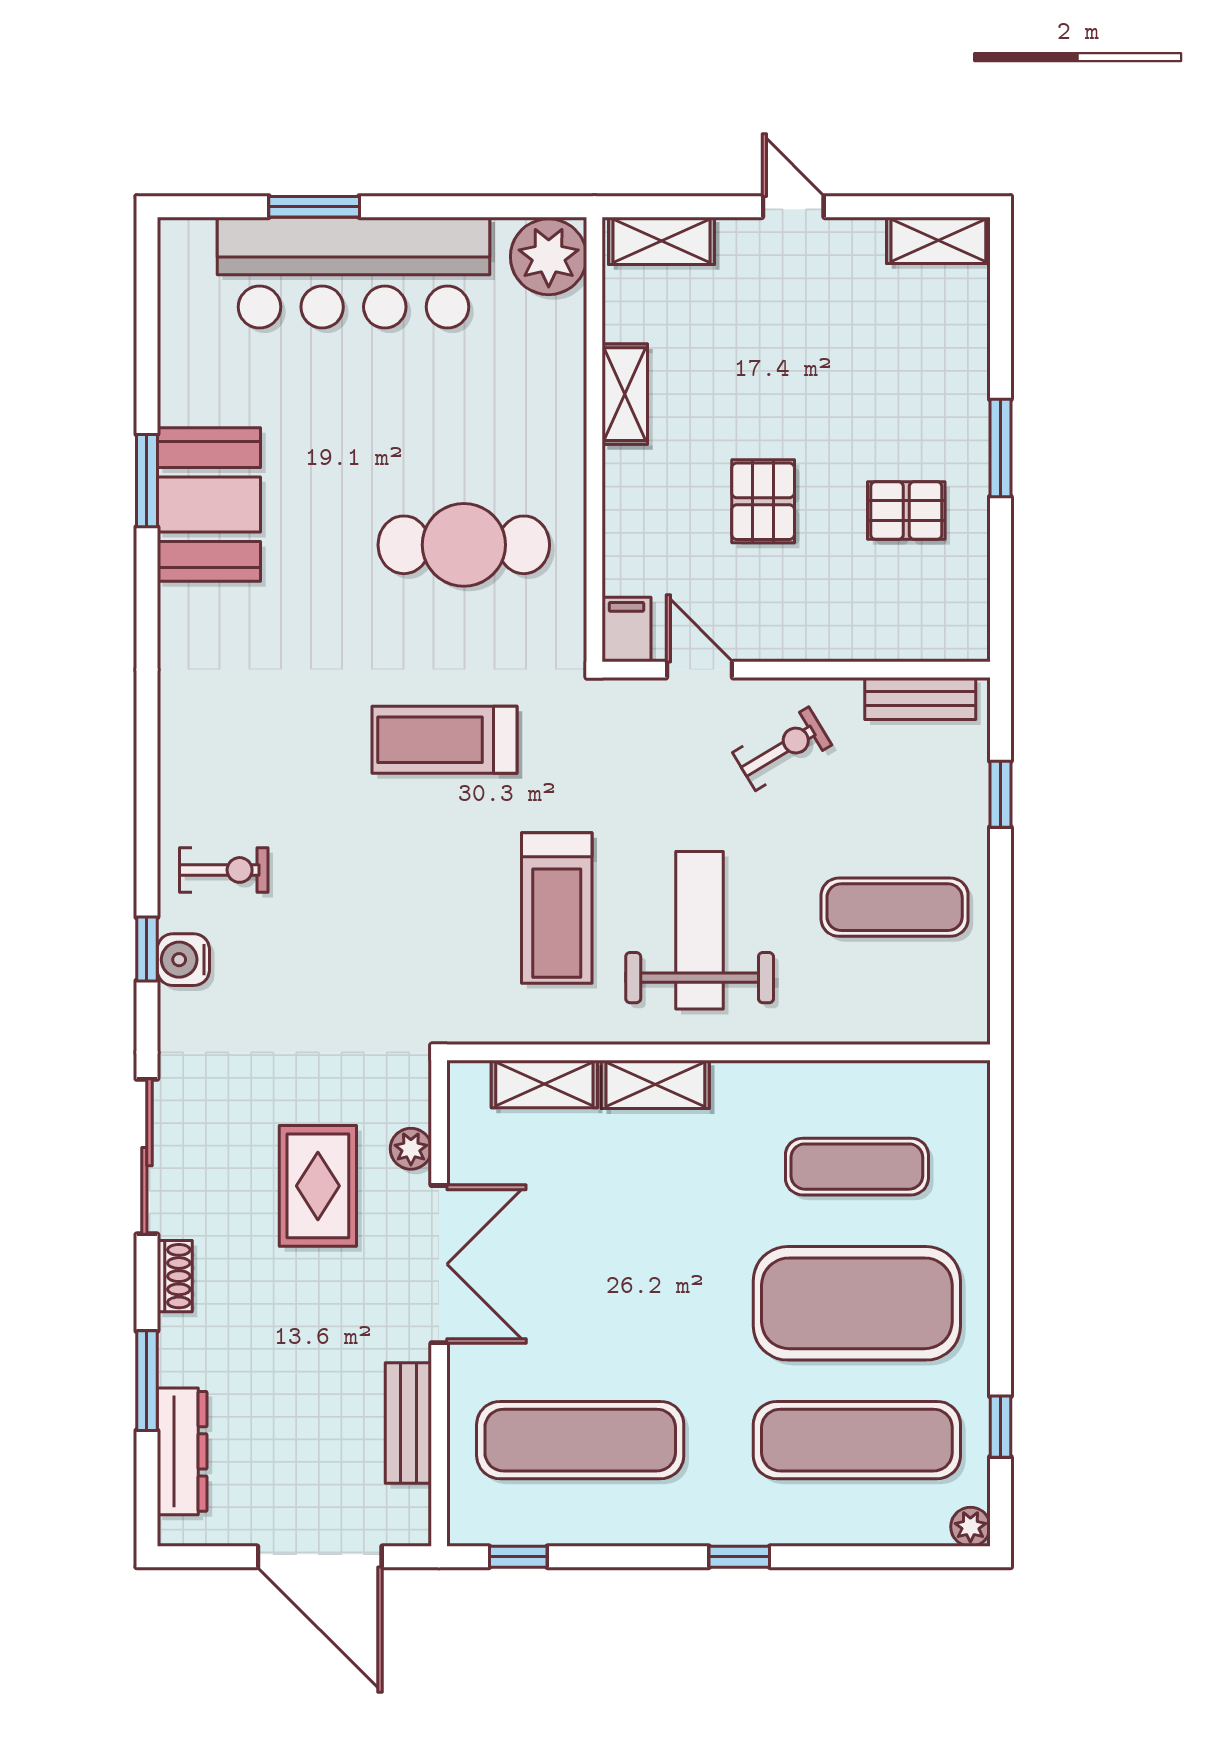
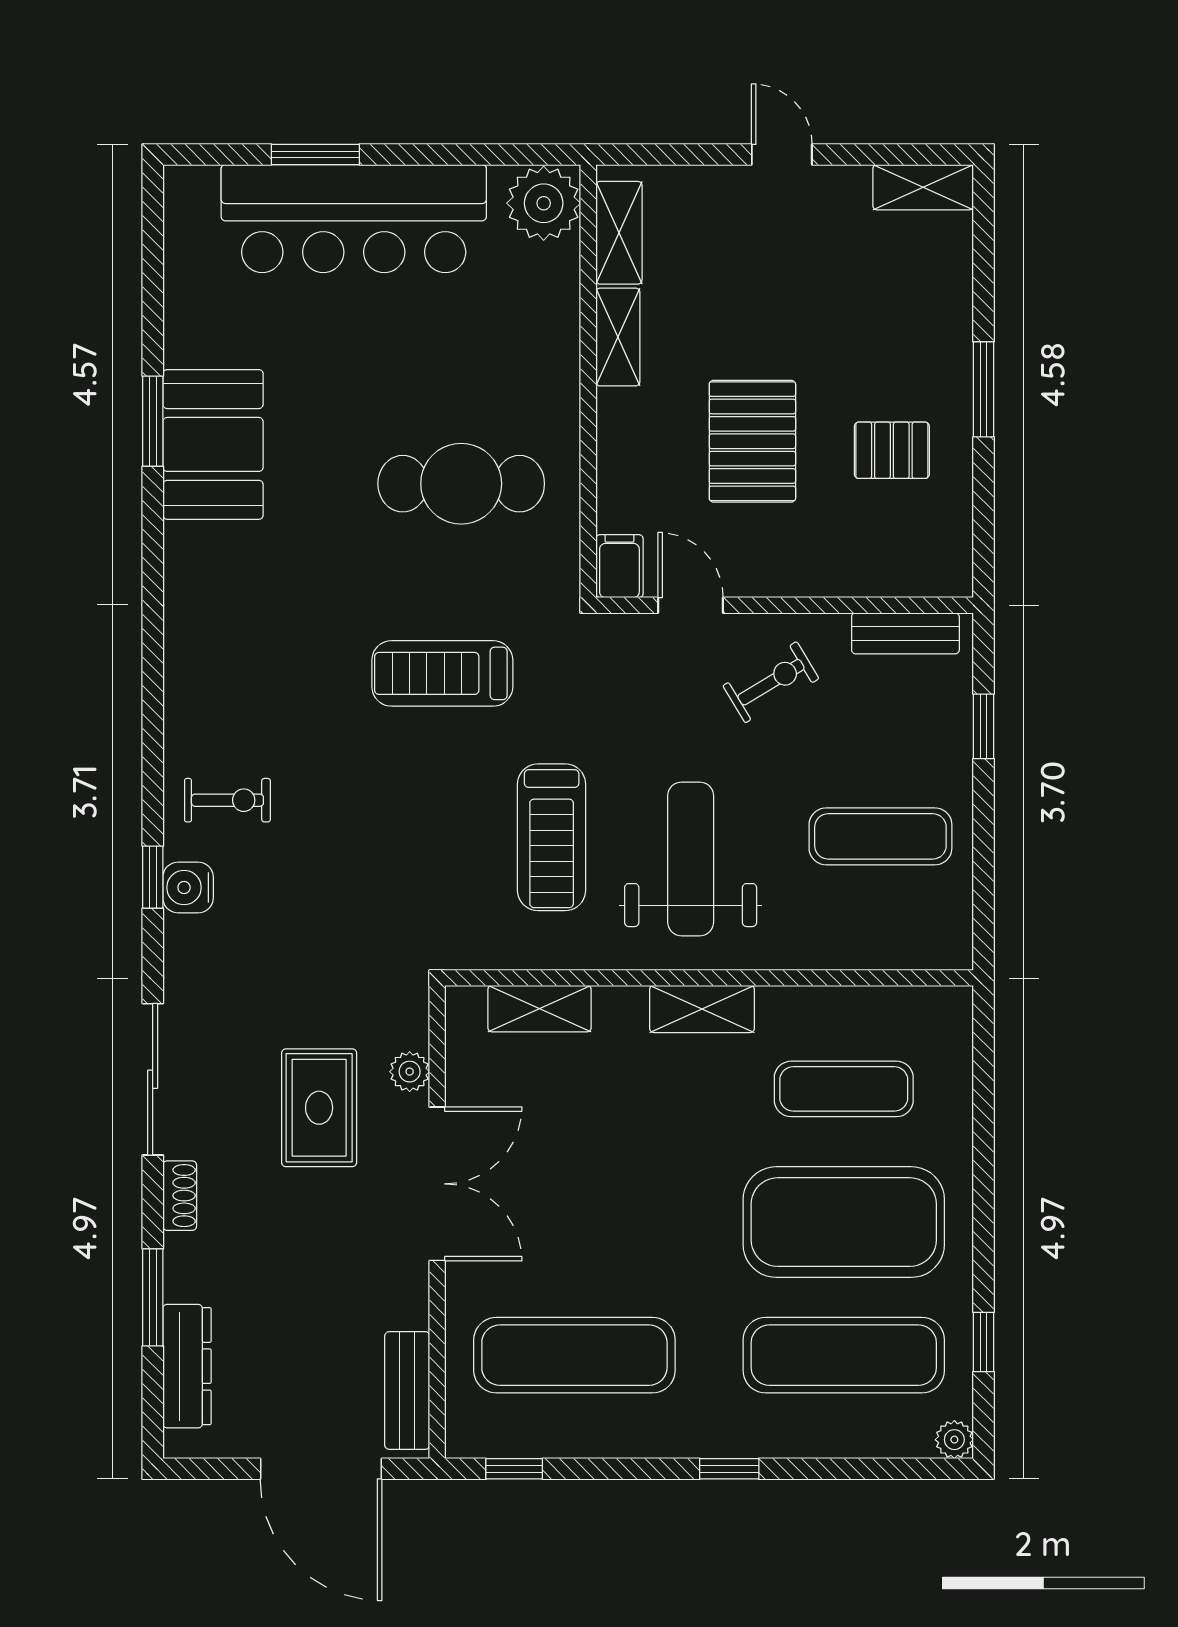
shelving: (662, 241) -> (619, 233), moved, turned 90
pallet: (763, 501) -> (752, 441), width x1.50, depth x1.42
shelving: (655, 1084) -> (702, 1009), moved
bench: (408, 1423) -> (407, 1391), moved

